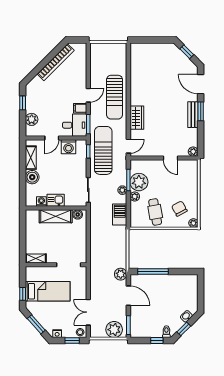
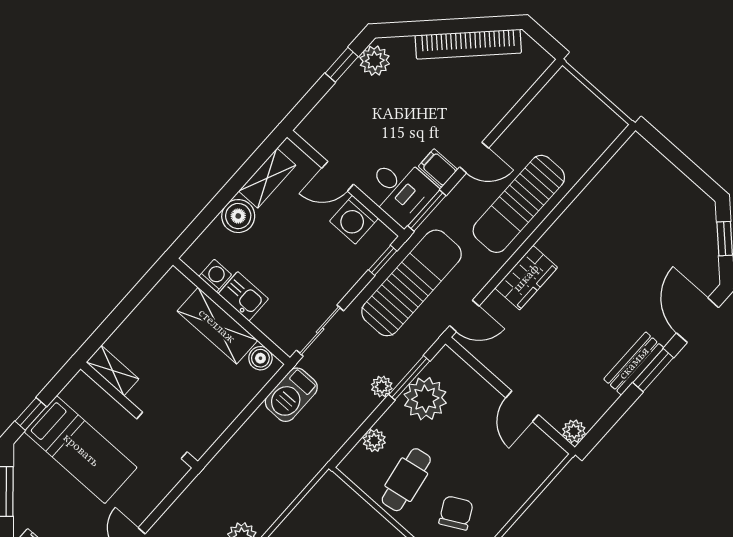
plant: (32, 119) -> (375, 61), moved
plant: (135, 197) -> (374, 440), moved
barbecue: (120, 214) -> (291, 395), moved, turned 180

